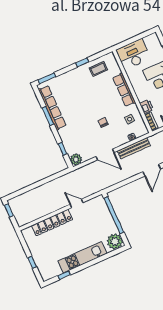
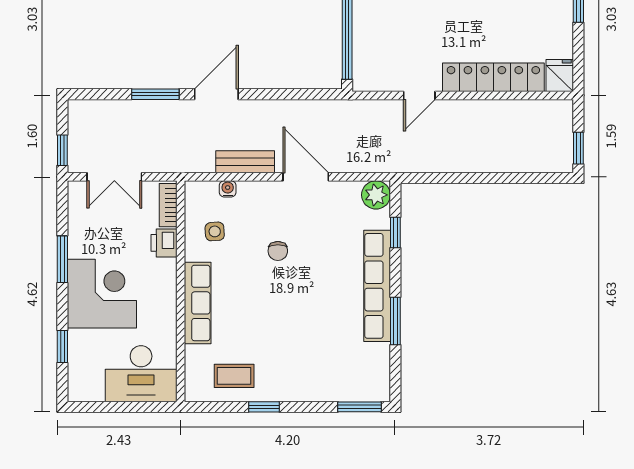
row of seats: (52, 108) -> (377, 286), moved
bench: (134, 148) -> (245, 162), width x0.73
door: (77, 203) -> (419, 95), hinge flipped
fridge: (28, 234) -> (560, 76), added

